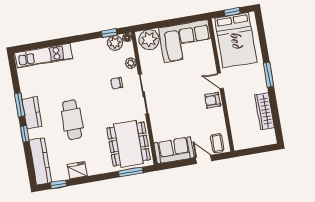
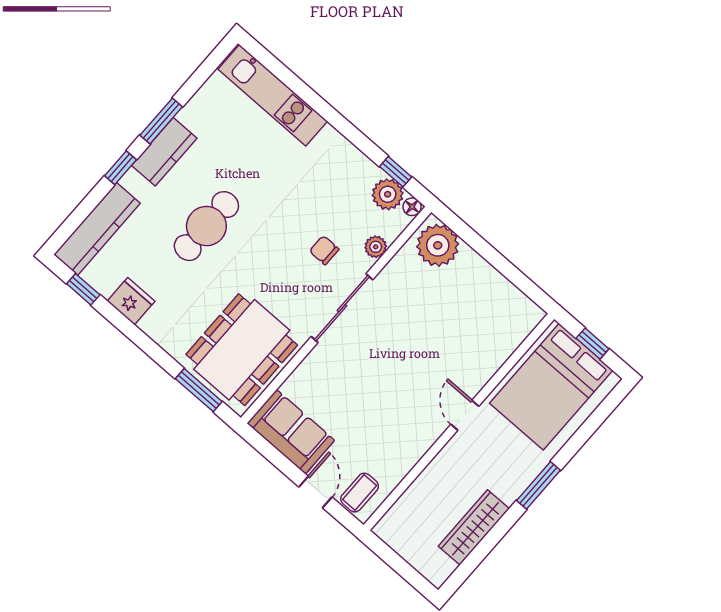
corner sofa: (186, 41) -> (484, 307), removed
armchair: (213, 100) -> (423, 428), removed

